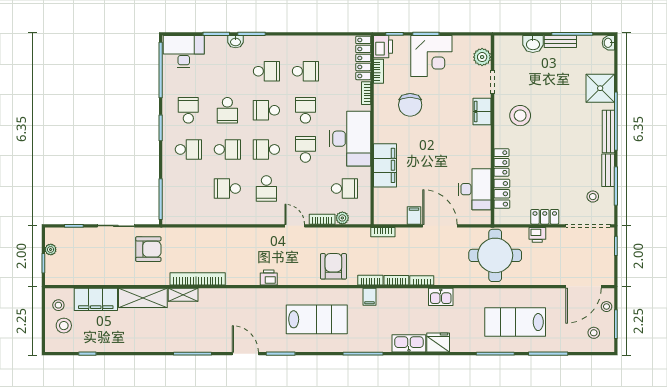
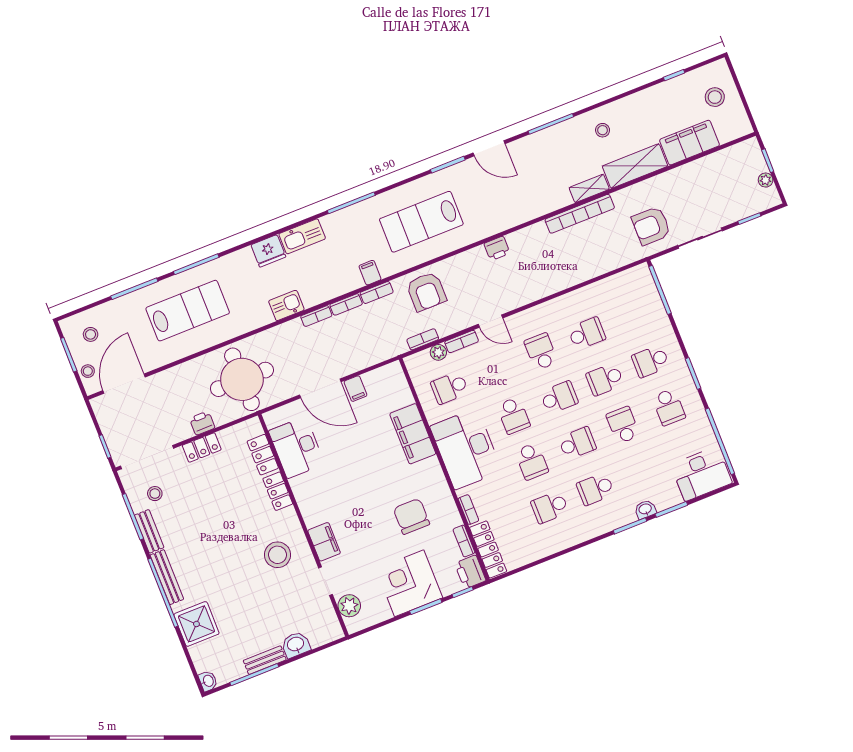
bookcase: (383, 232) -> (423, 339), moved
stool: (58, 305) -> (603, 130), moved

